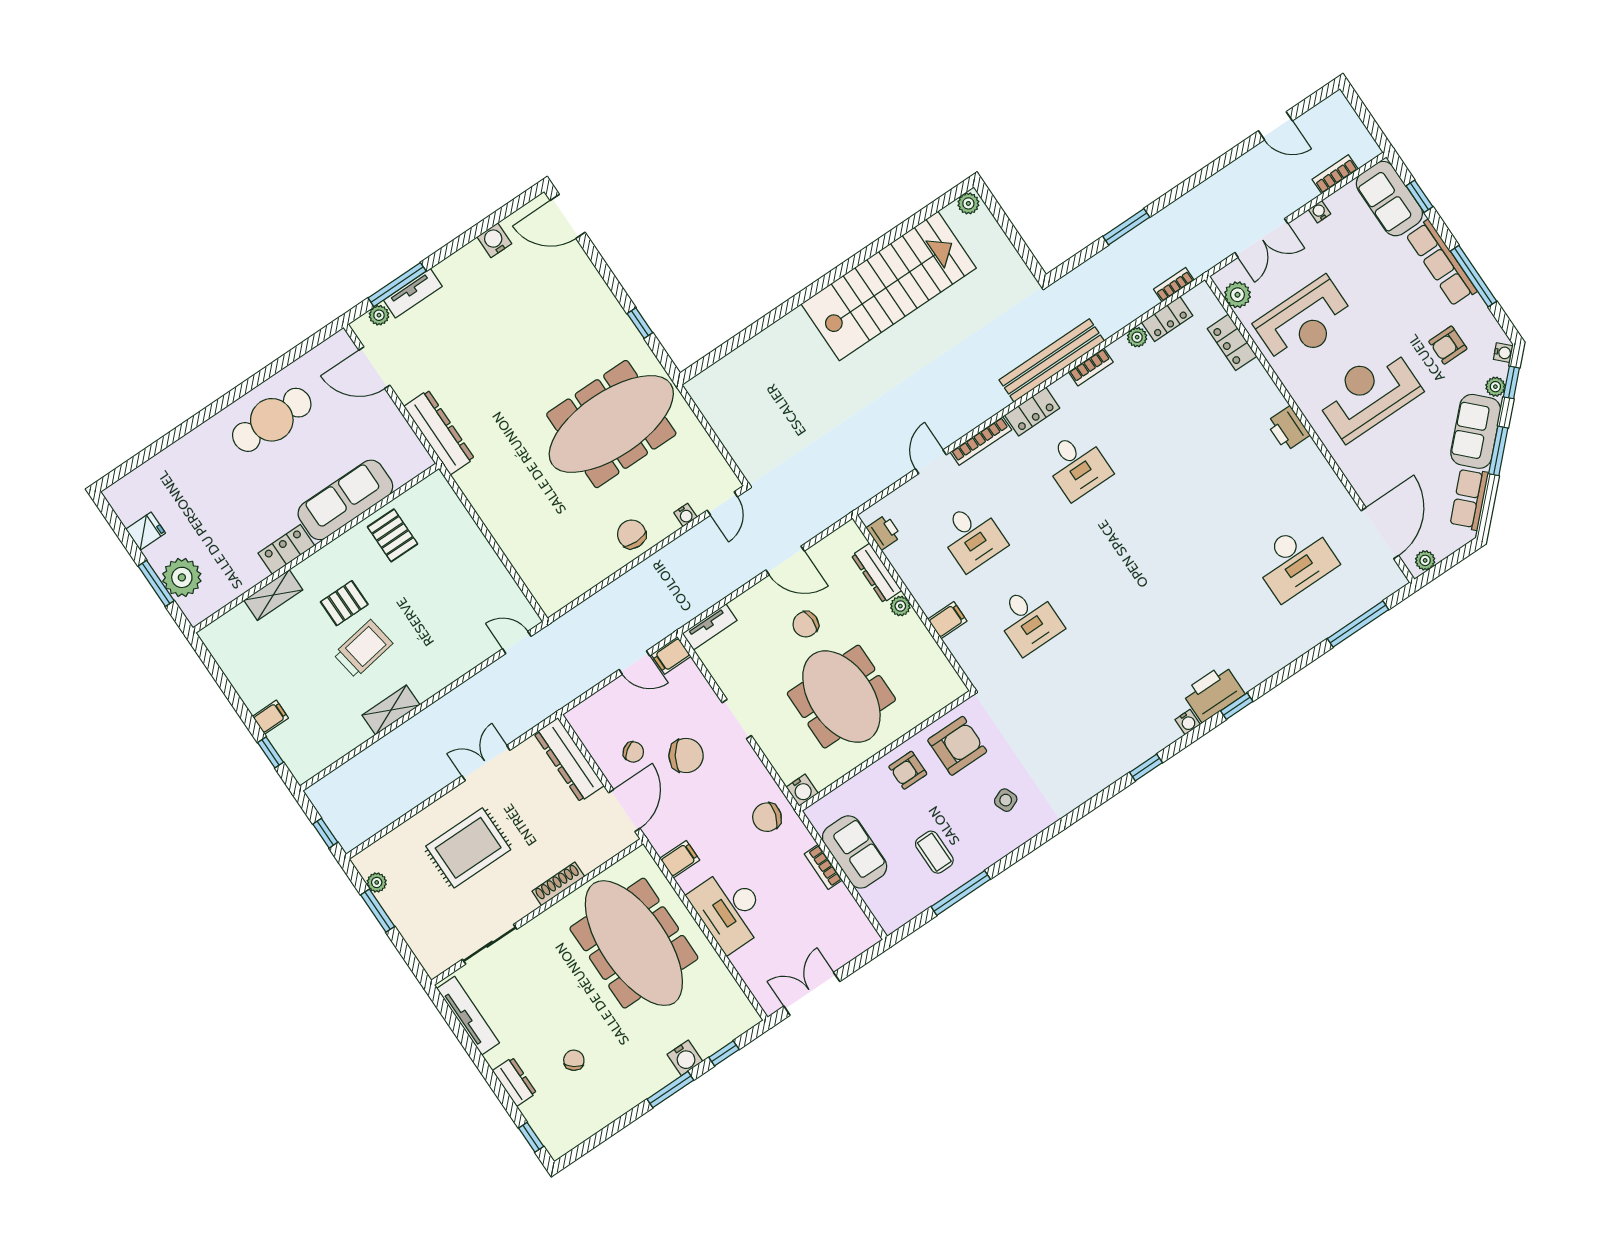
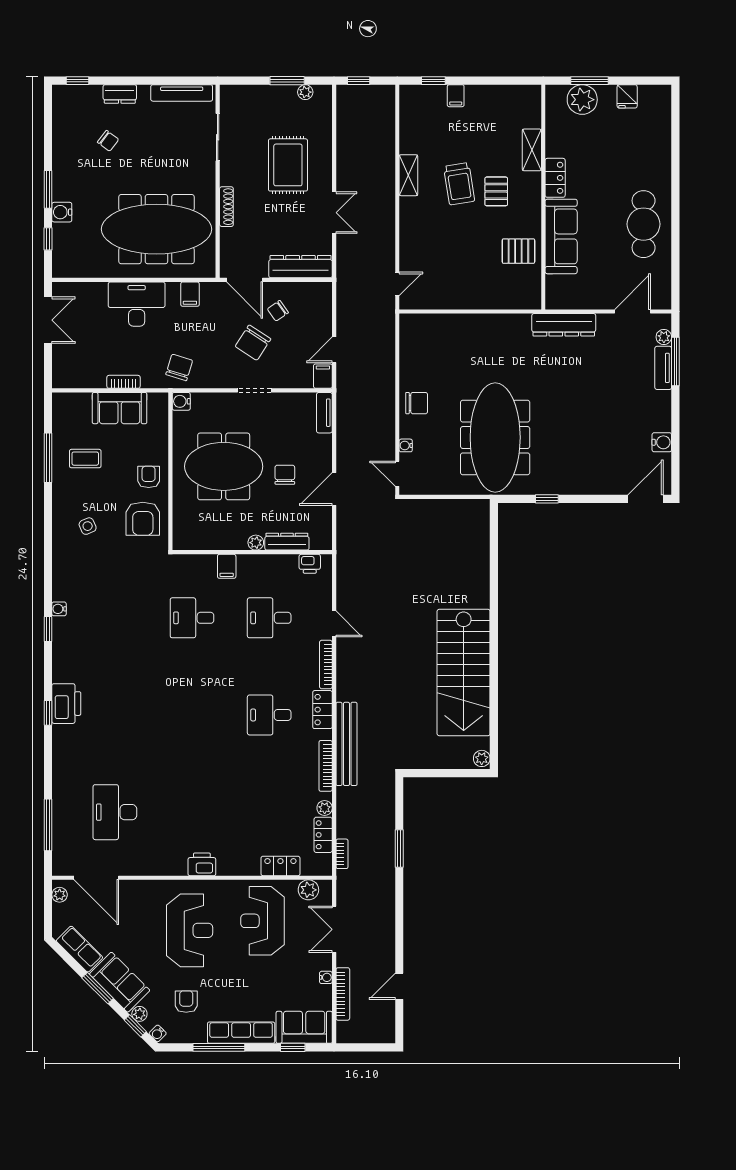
bookcase: (1335, 174) -> (343, 994), width x1.56
bookcase: (1091, 367) -> (326, 766), width x1.56
water cooler: (1188, 722) -> (59, 609), moved

